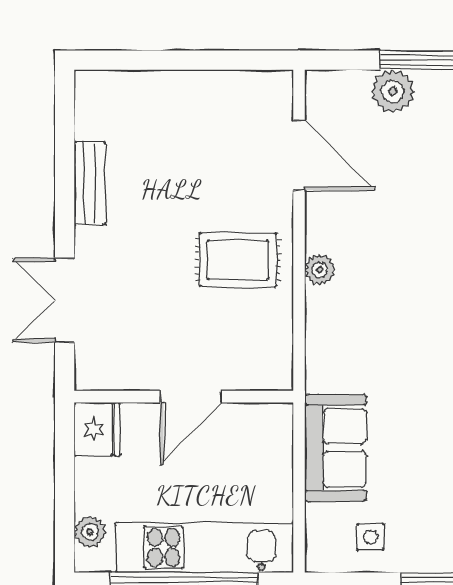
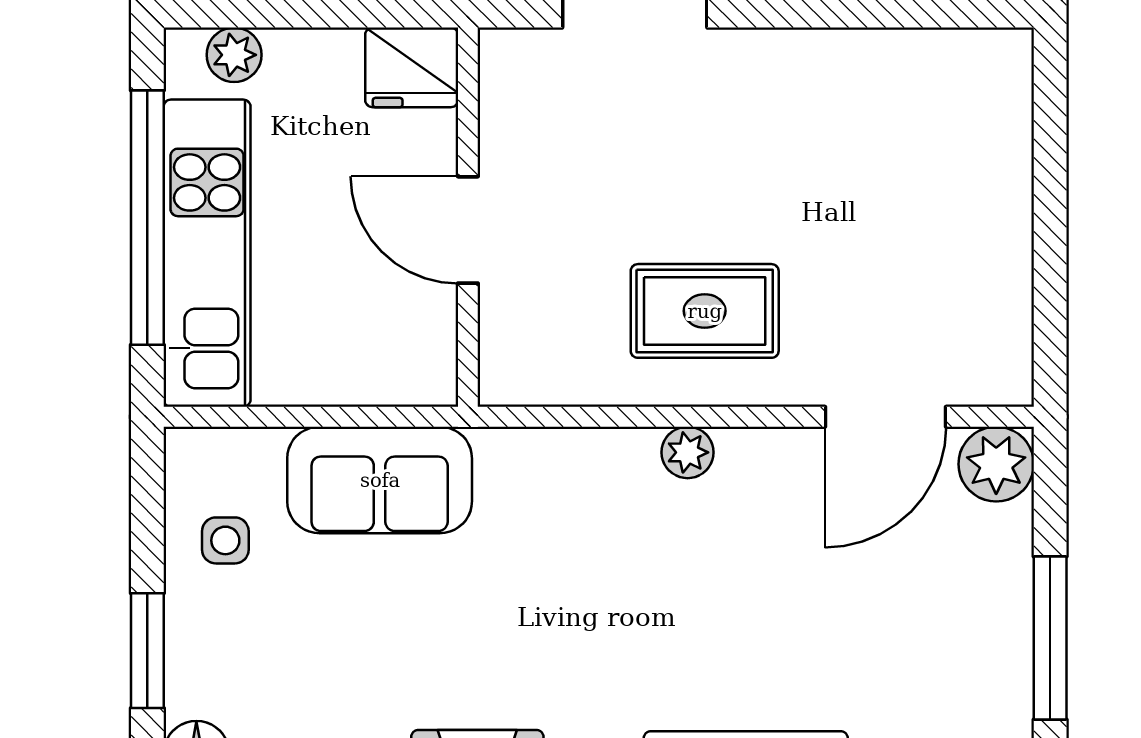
plant: (393, 91) -> (996, 464), moved
bench: (90, 183) -> (837, 55), removed
rug: (238, 260) -> (705, 311), turned 90

